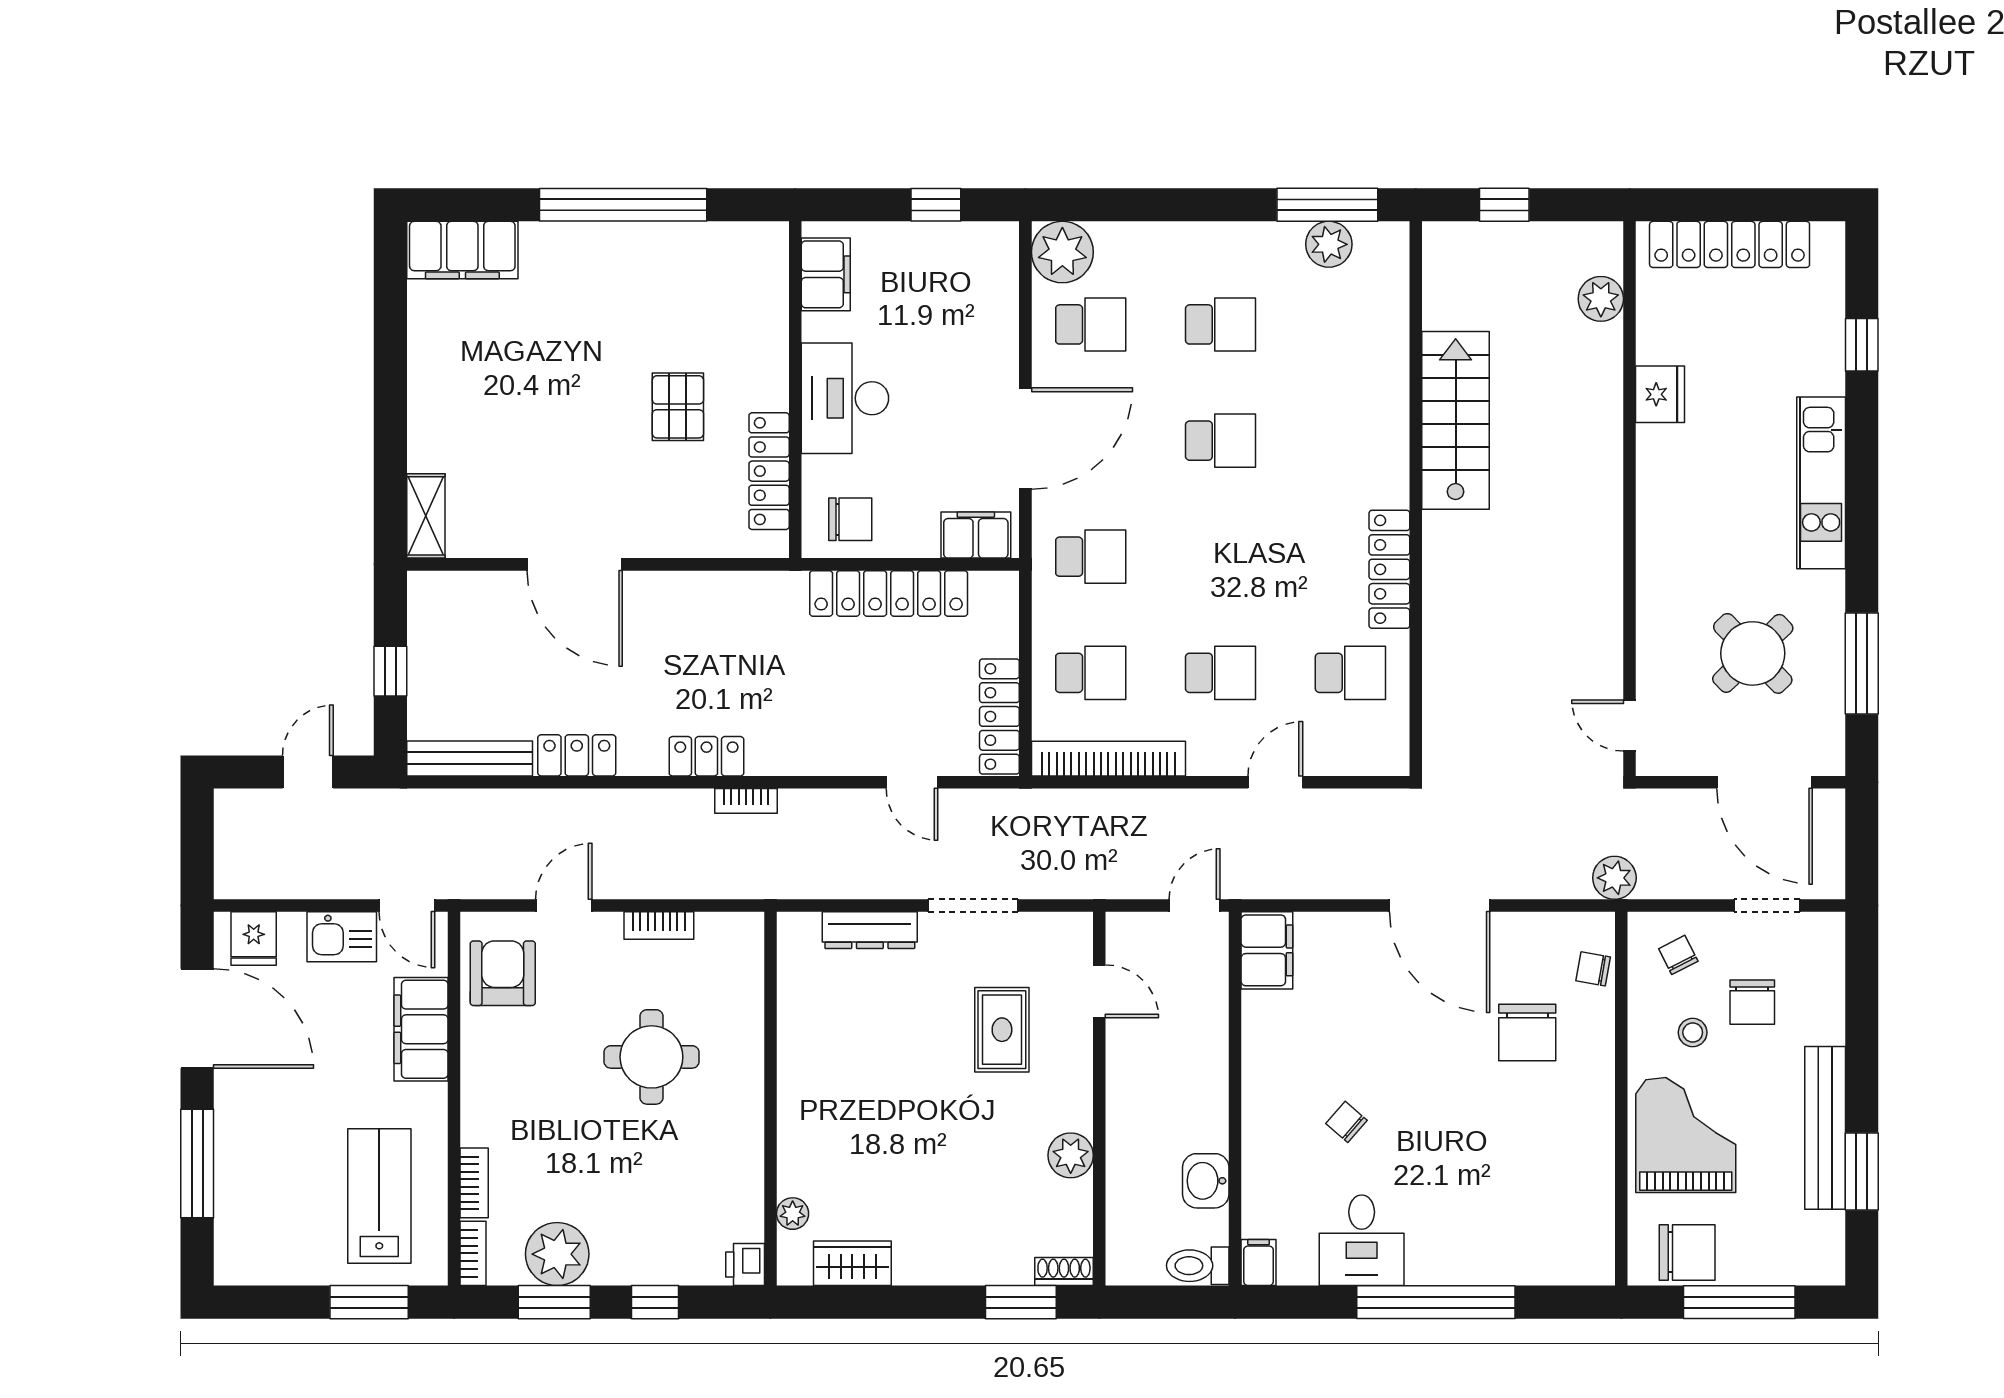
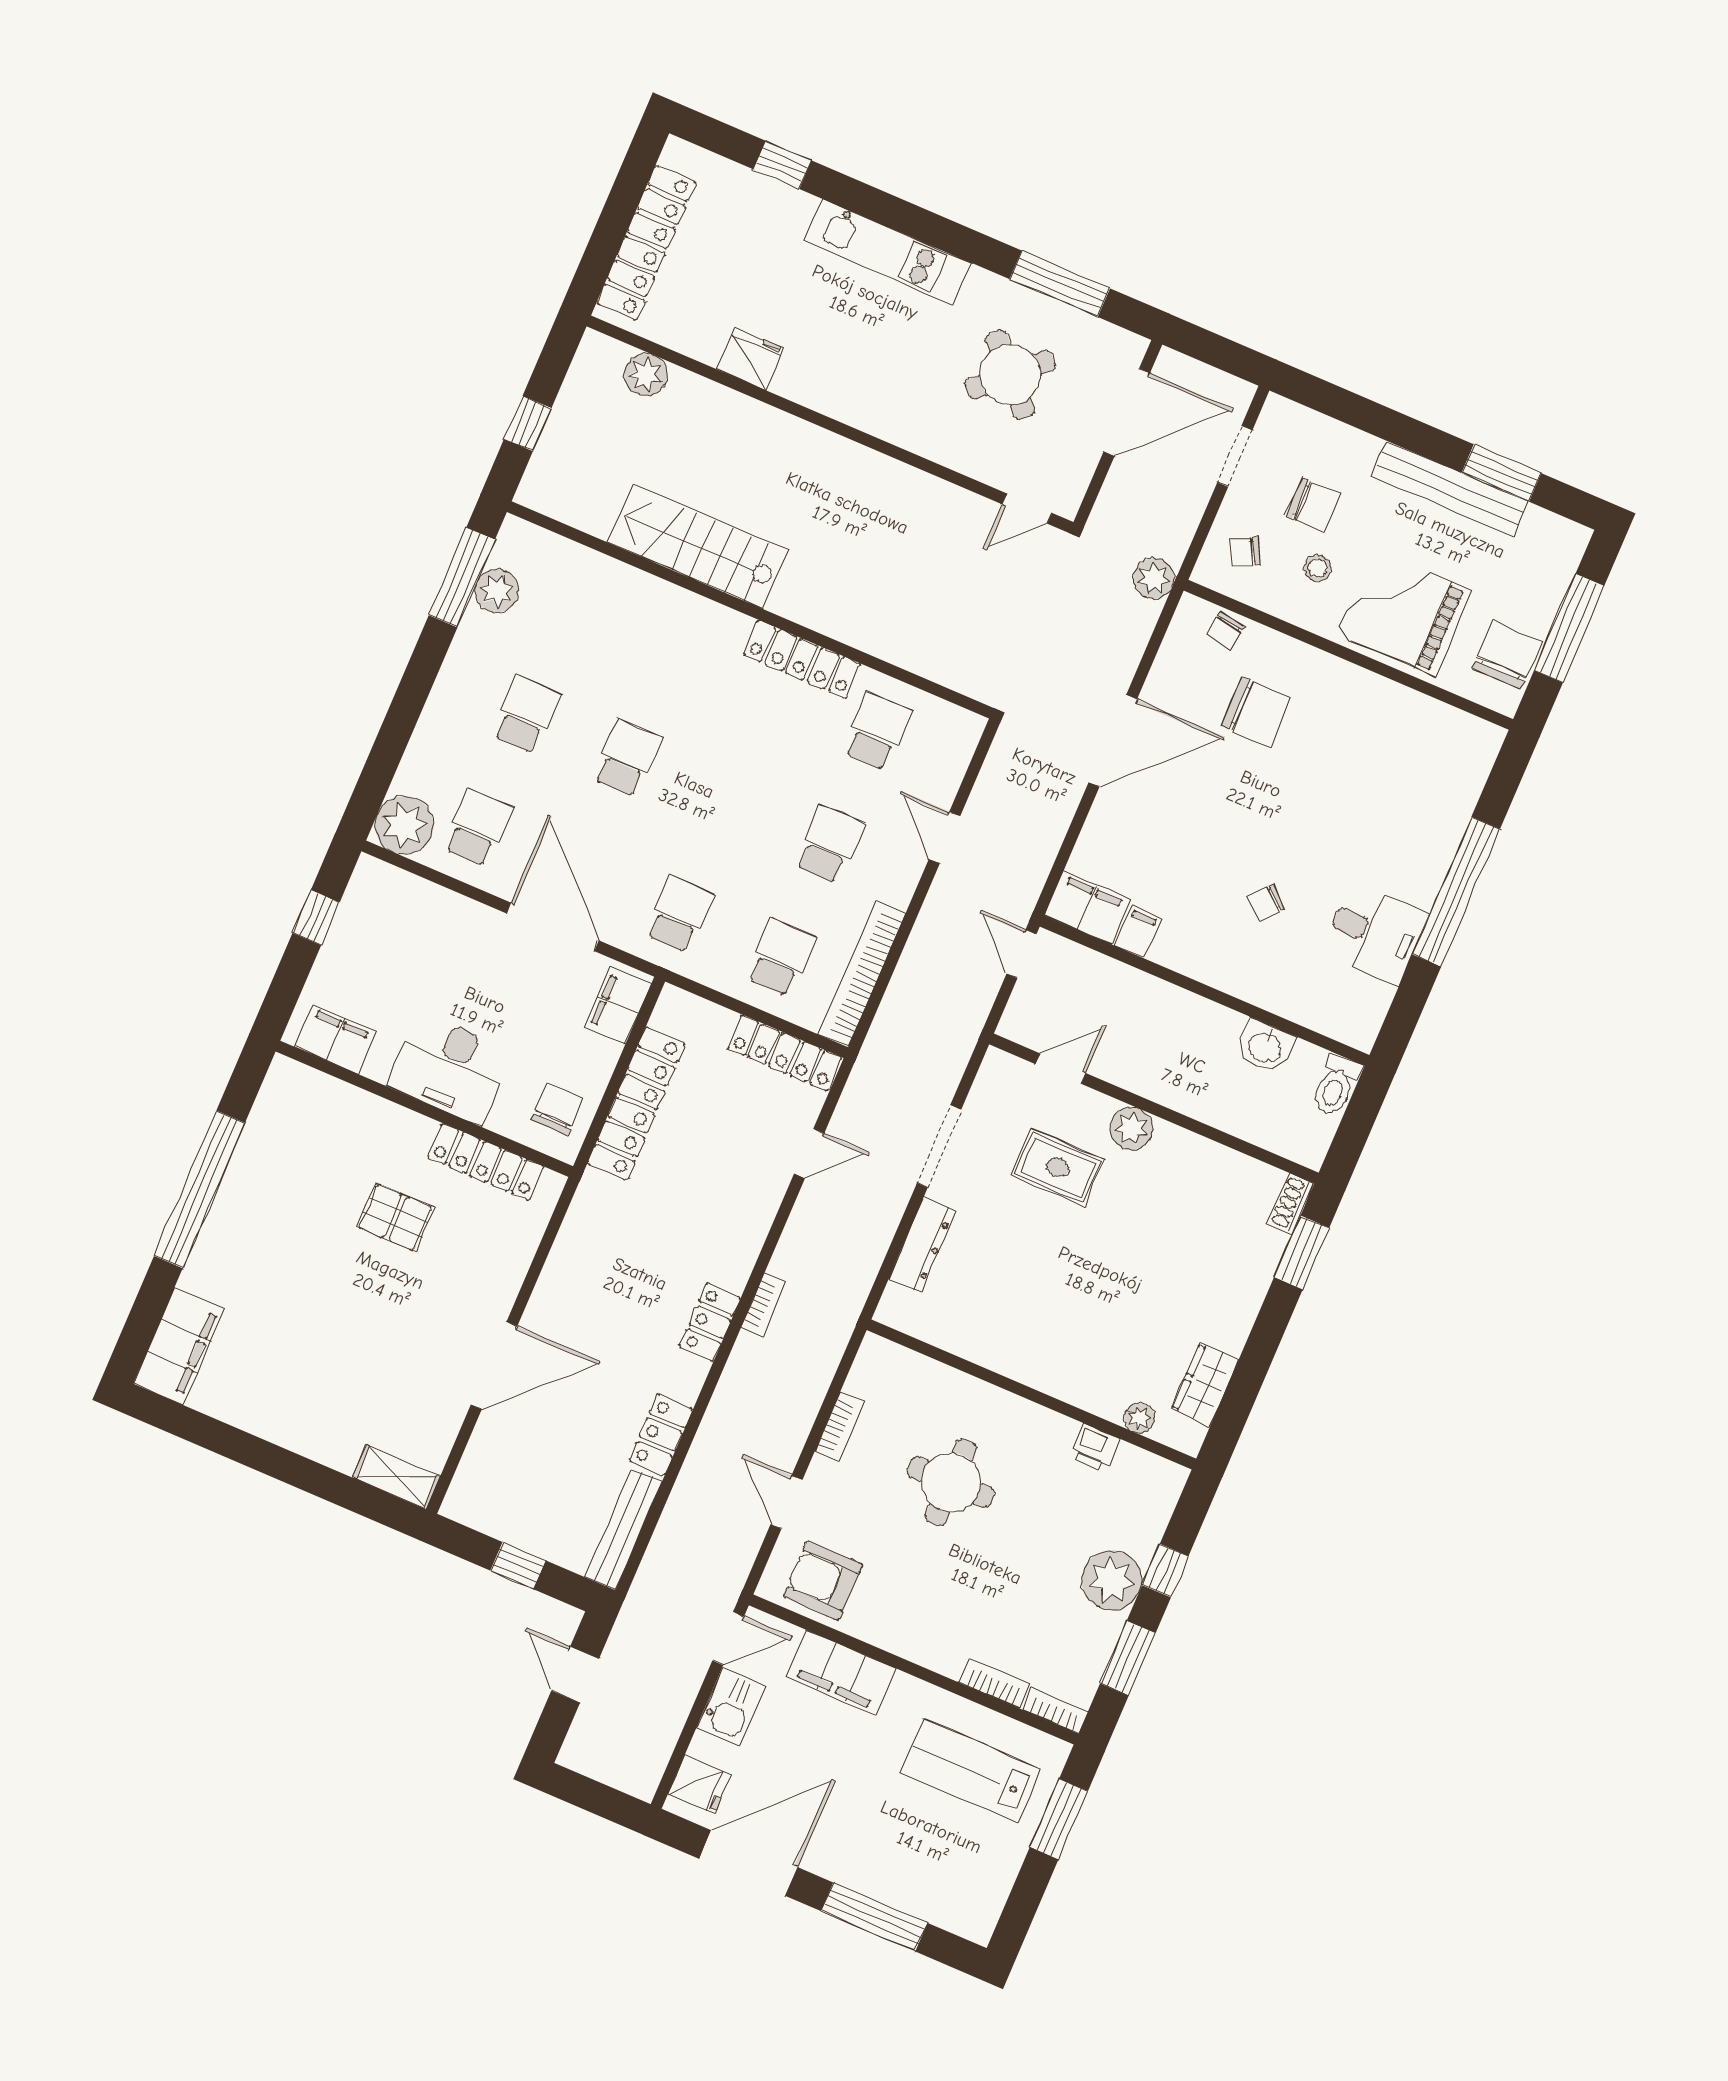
plant: (1071, 1155) -> (1131, 1128), moved
plant: (557, 1254) -> (1112, 1580), moved
filing cabinet: (1259, 1263) -> (1138, 932), moved, turned 90
printer: (745, 1265) -> (1094, 1448), moved

